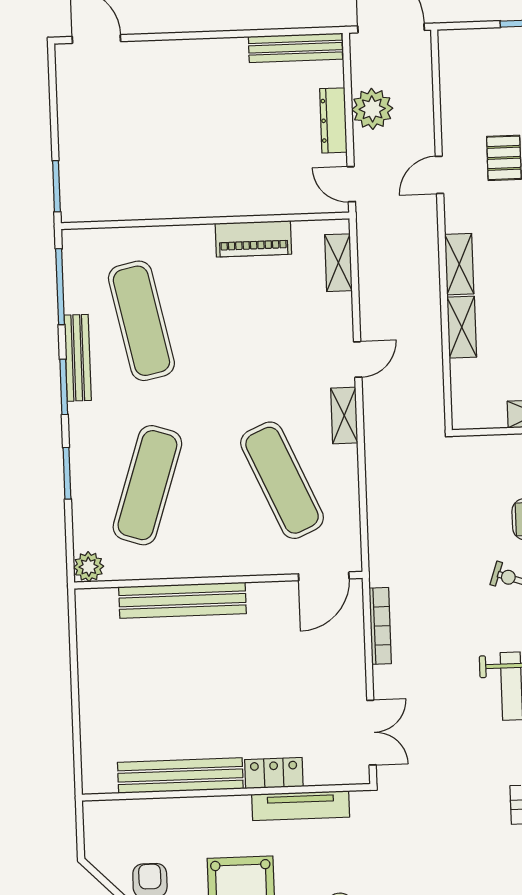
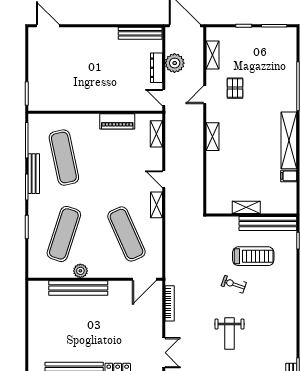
shelving: (462, 327) -> (213, 55), moved
door: (358, 359) -> (164, 179), swing flipped
plant: (89, 567) -> (80, 271), moved

